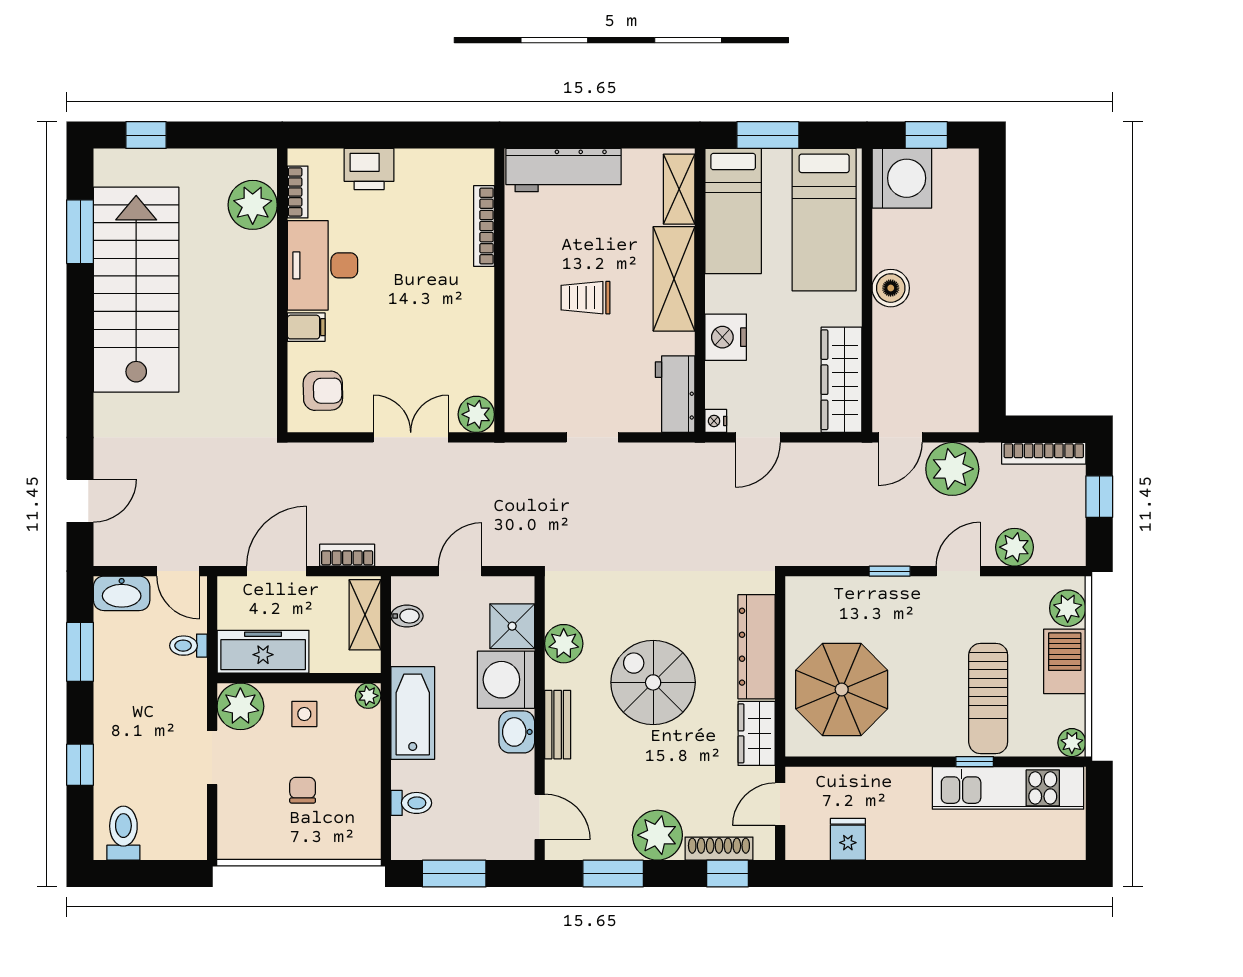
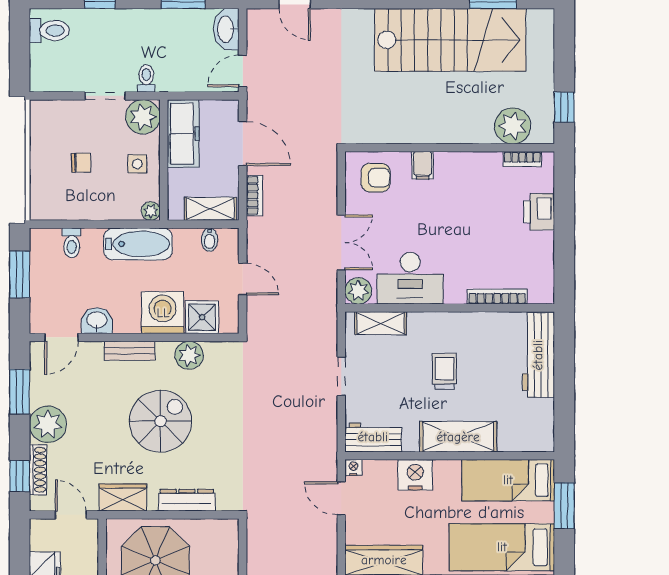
window: (146, 135) -> (564, 107), moved
shelving: (679, 189) -> (381, 323), moved
desk: (322, 265) -> (410, 278), moved, turned 180
armchair: (323, 391) -> (376, 178), turned -89
toilet: (188, 646) -> (146, 78), moved
dresser: (757, 647) -> (187, 500), width x0.73, depth x0.80
washbasin: (517, 732) -> (97, 321), moved

